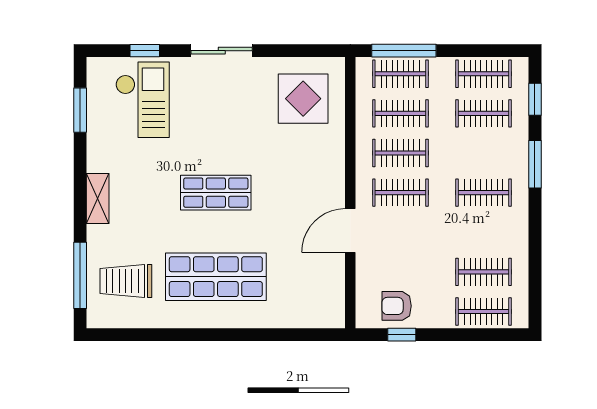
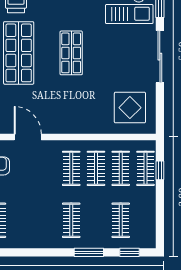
sliding door: (222, 51) -> (160, 57), width x1.37
window: (404, 51) -> (160, 170), width x0.46
clothes rail: (484, 74) -> (145, 220), removed
door: (350, 231) -> (28, 137), moved
clothes rail: (484, 272) -> (22, 220), removed

